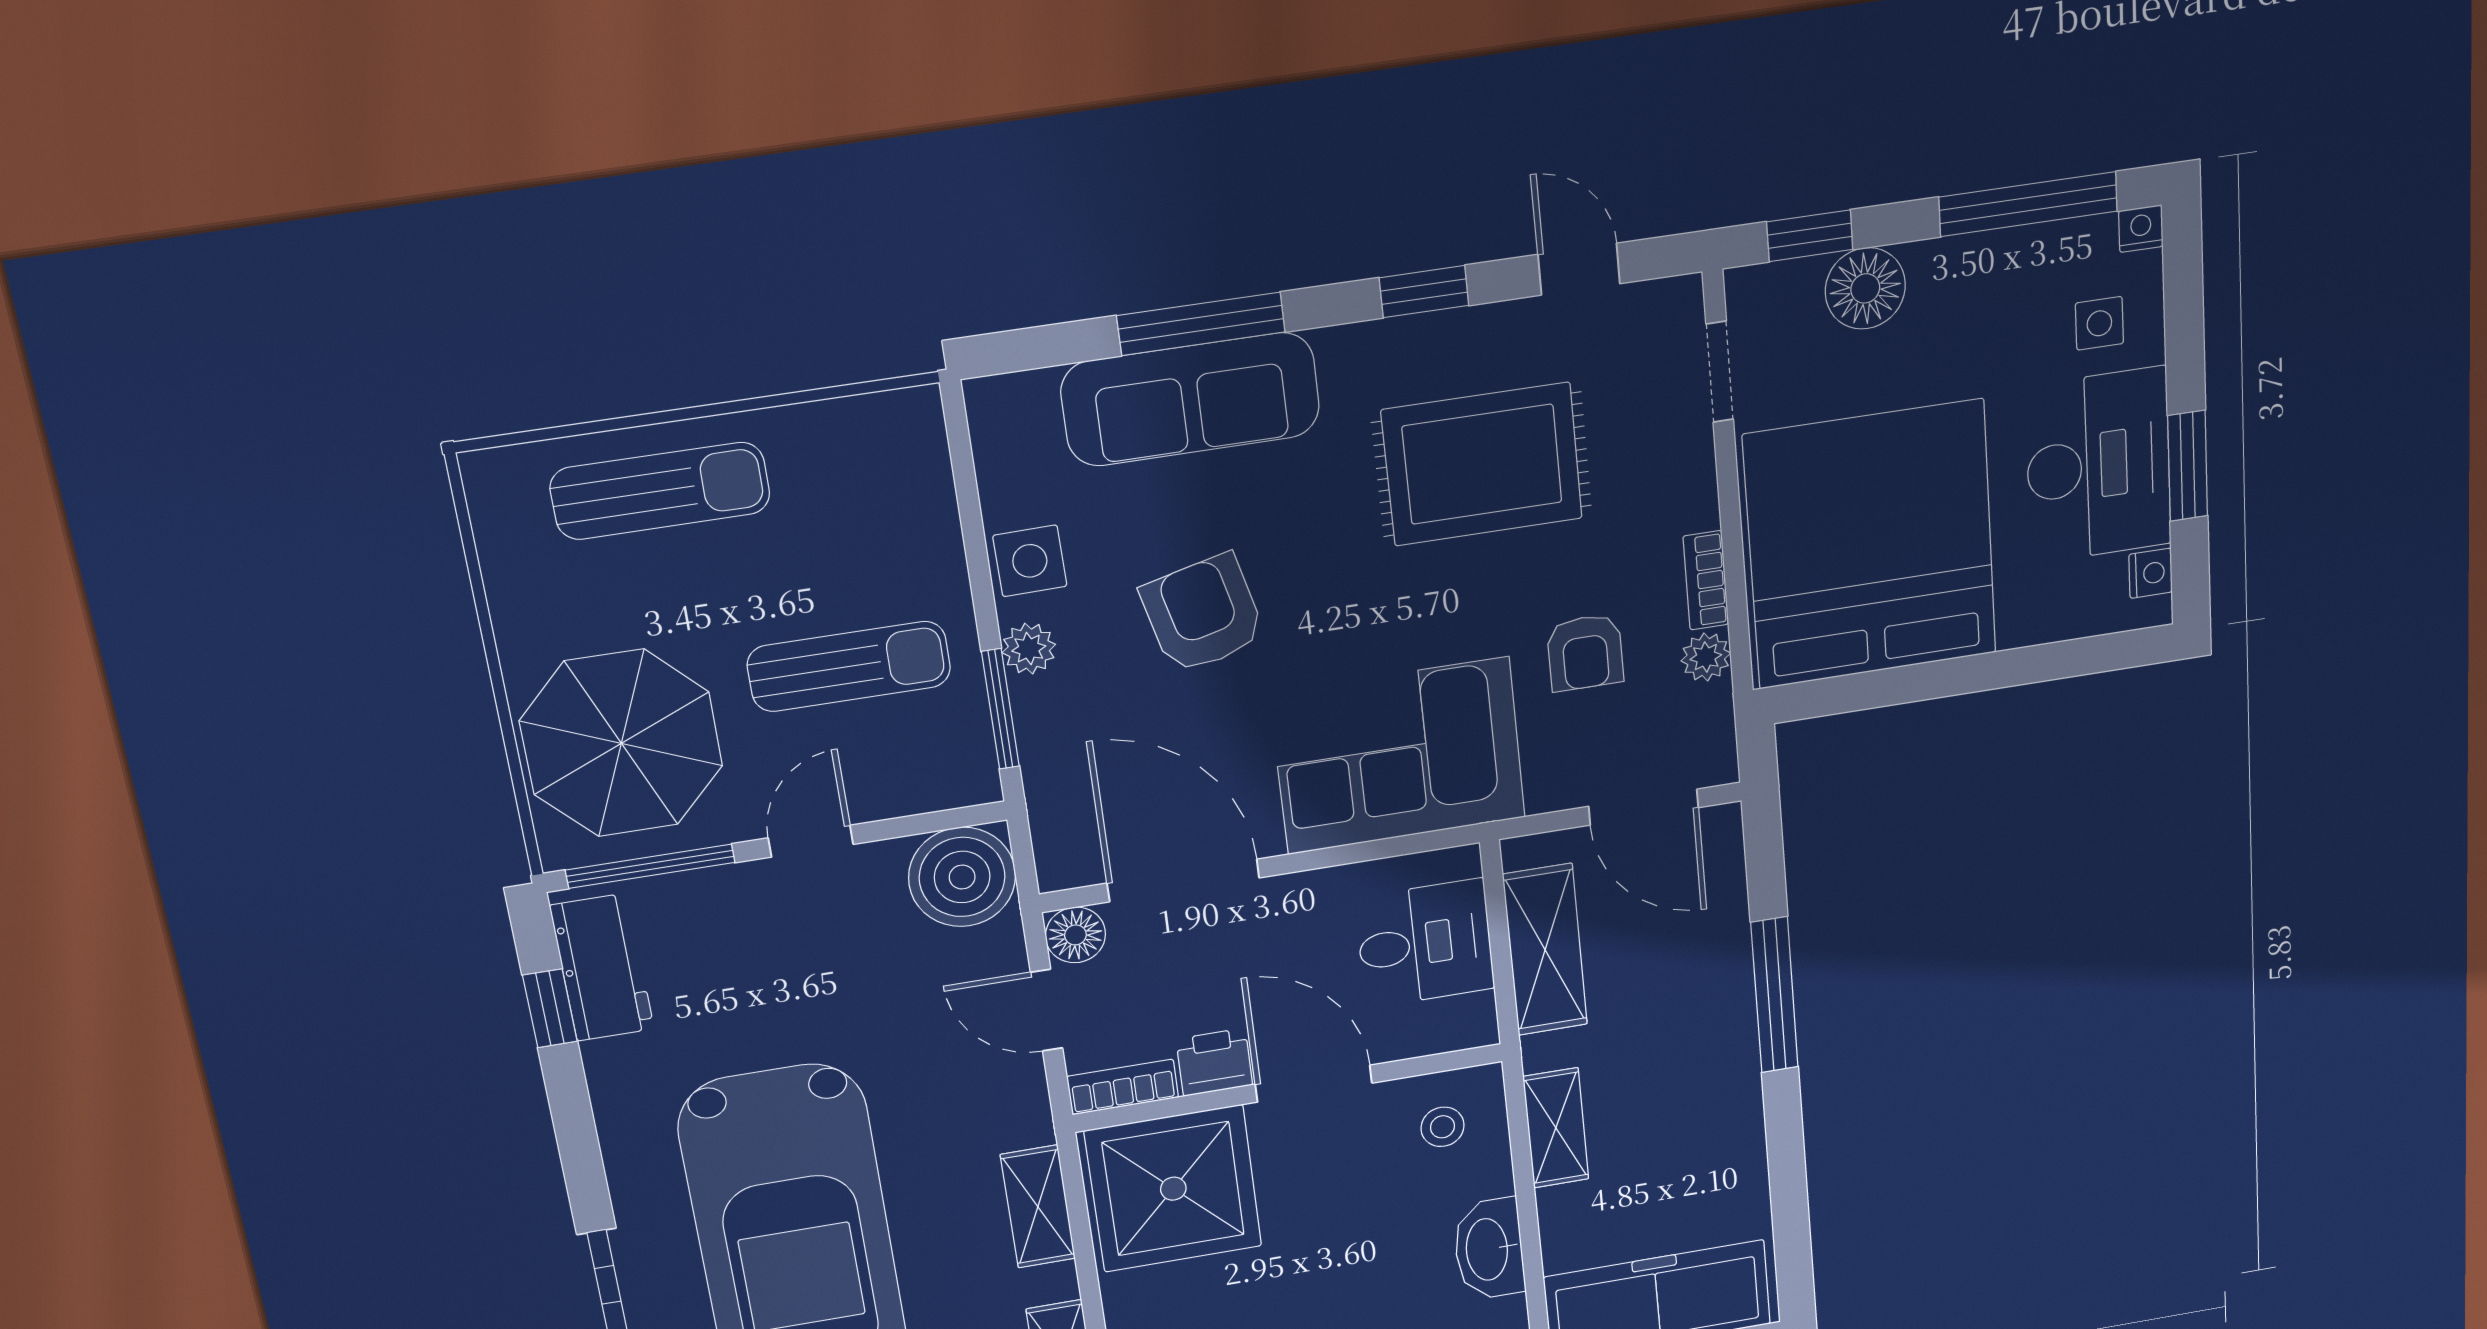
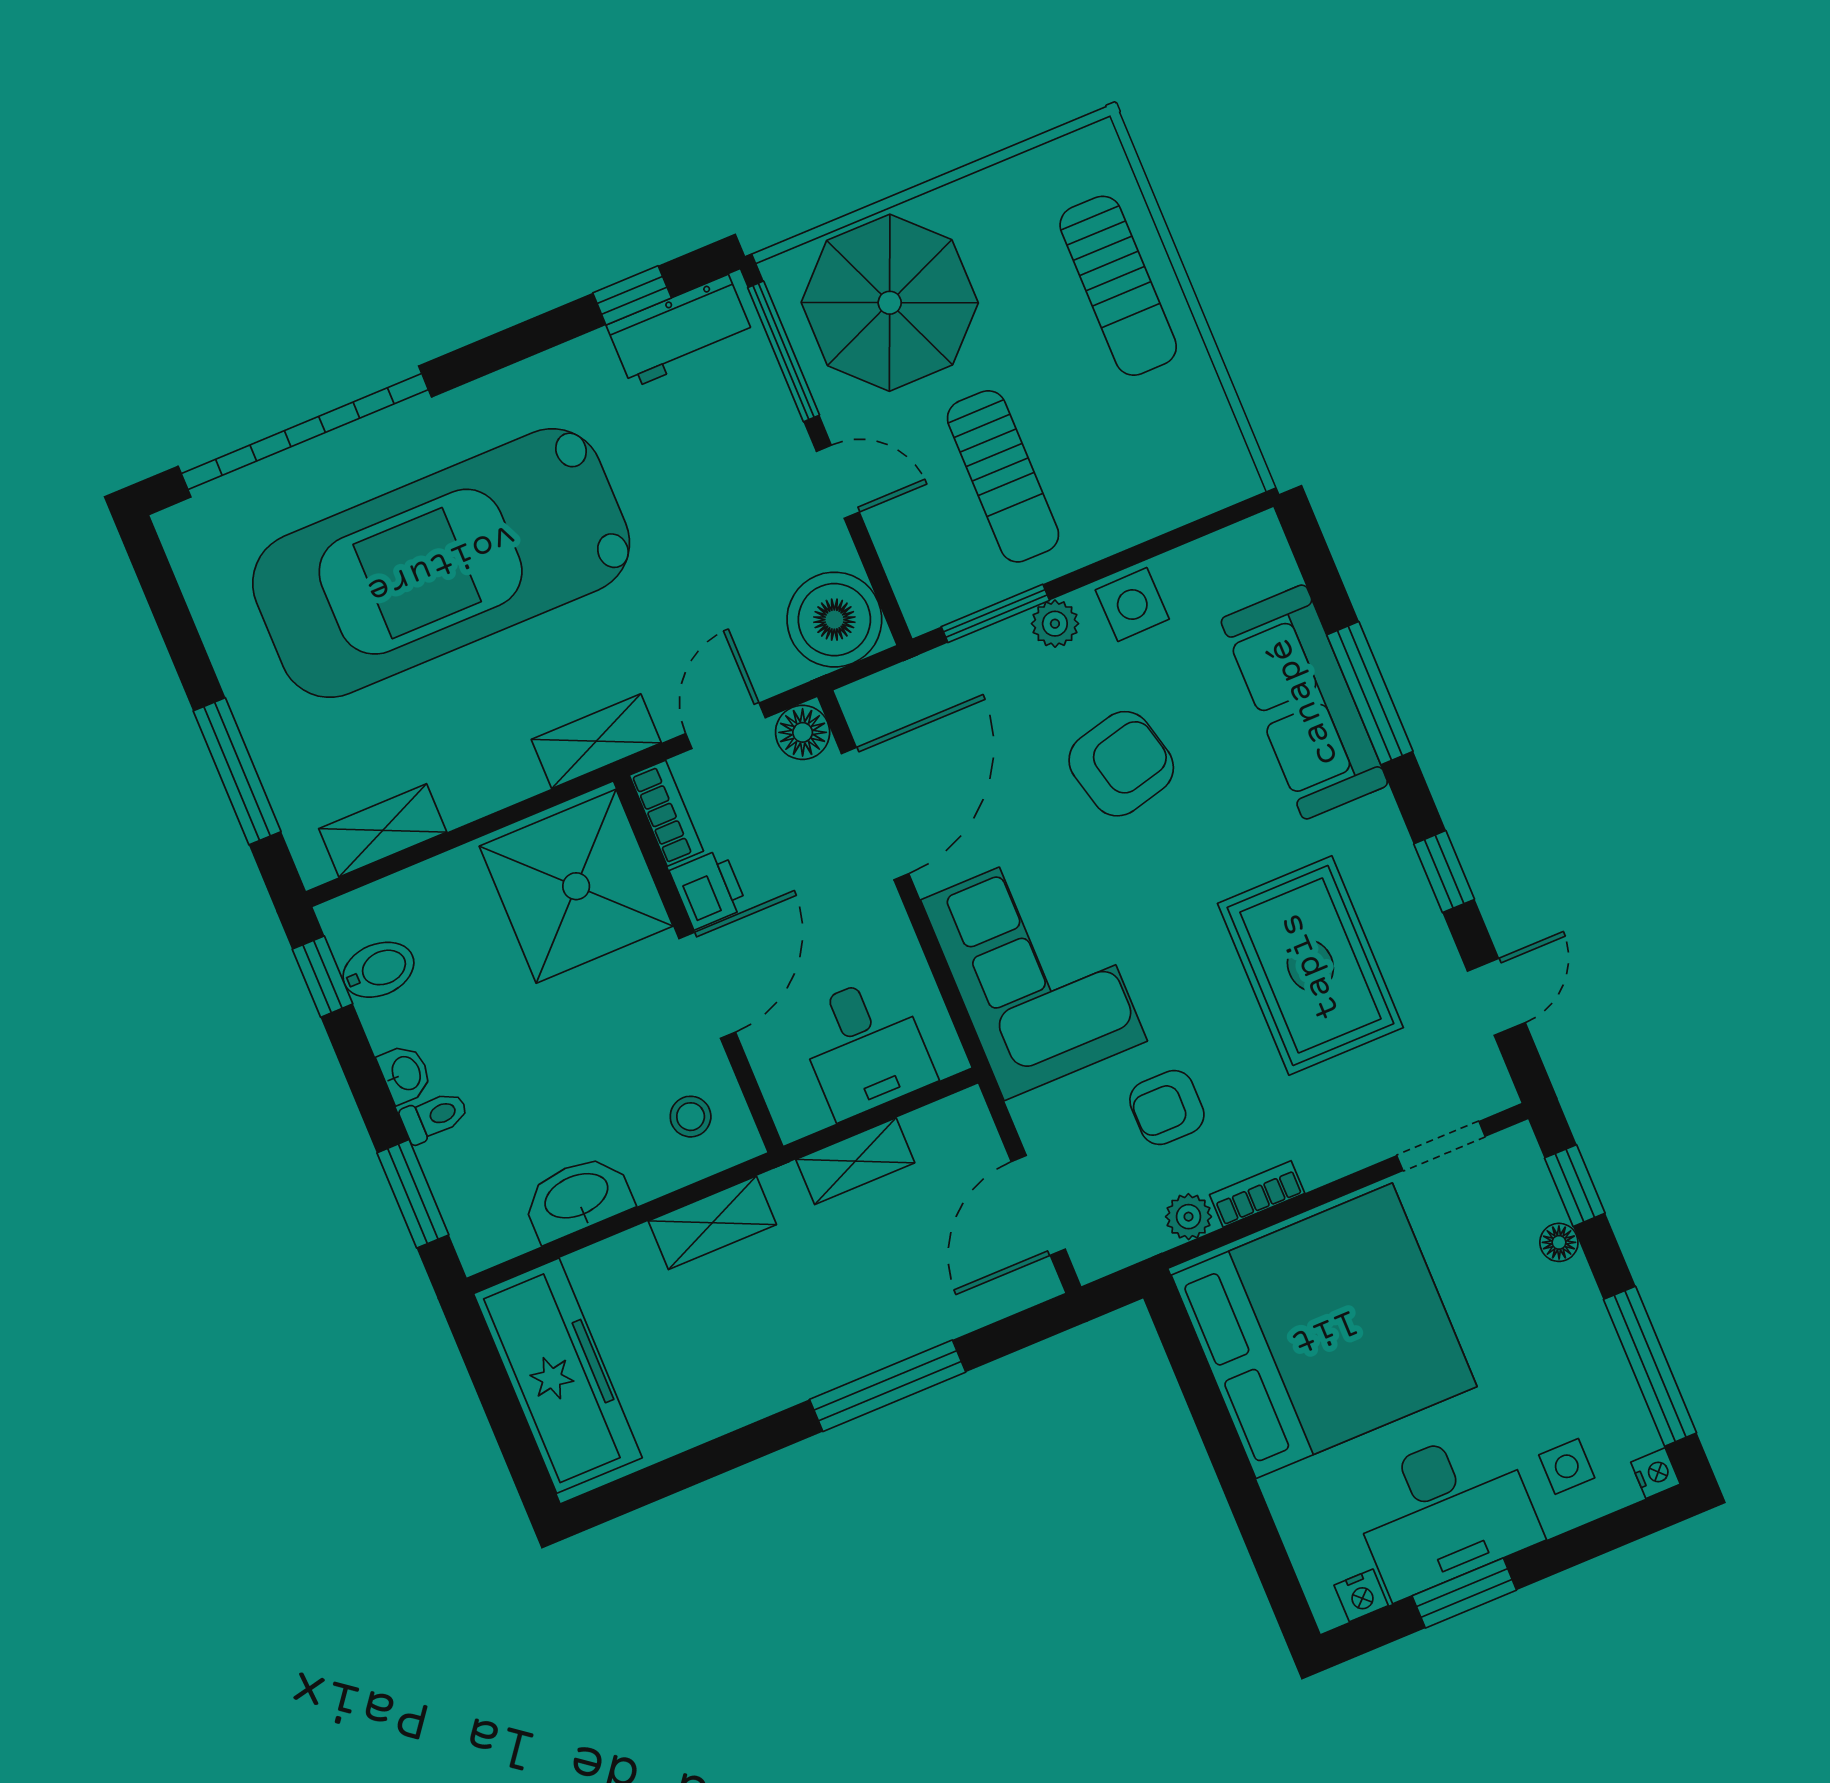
floor lamp: (1865, 288) -> (1559, 1242), width x0.53, depth x0.53
shelving: (1545, 950) -> (855, 1161), width x0.67, depth x0.75
shelving: (1038, 1207) -> (596, 741), moved

